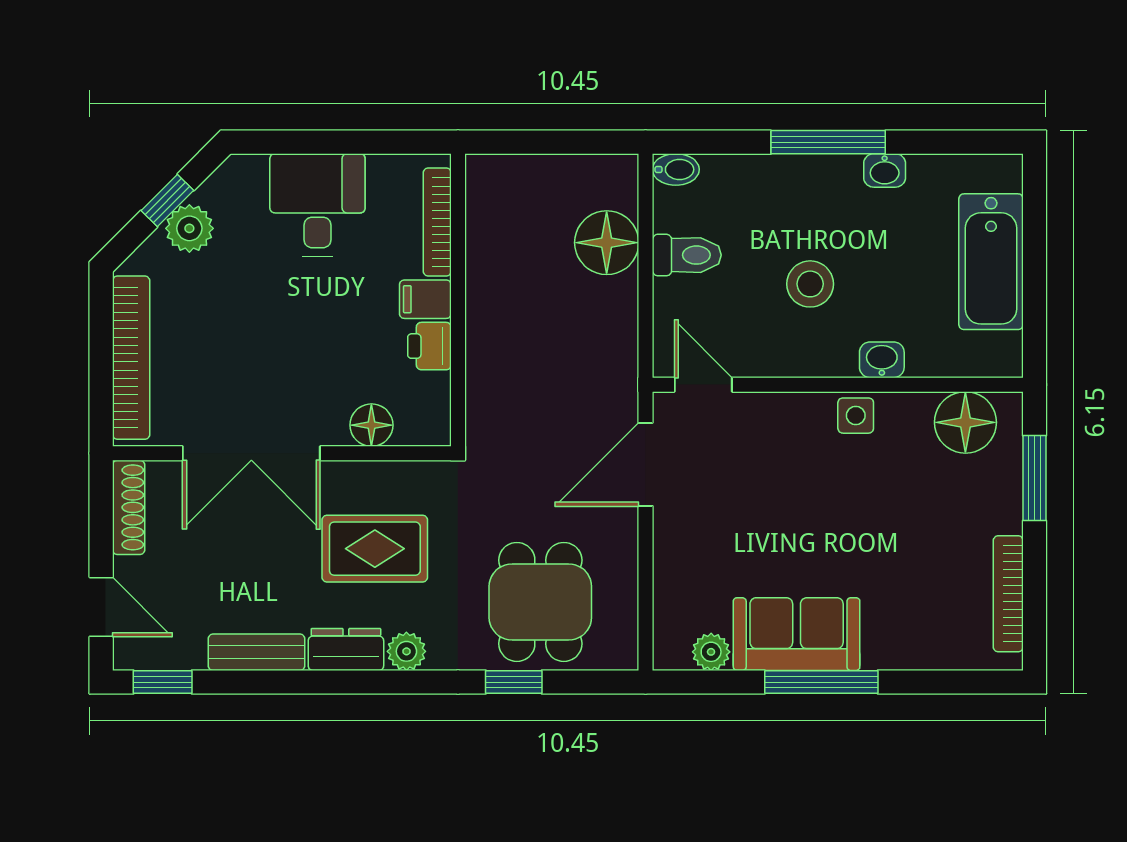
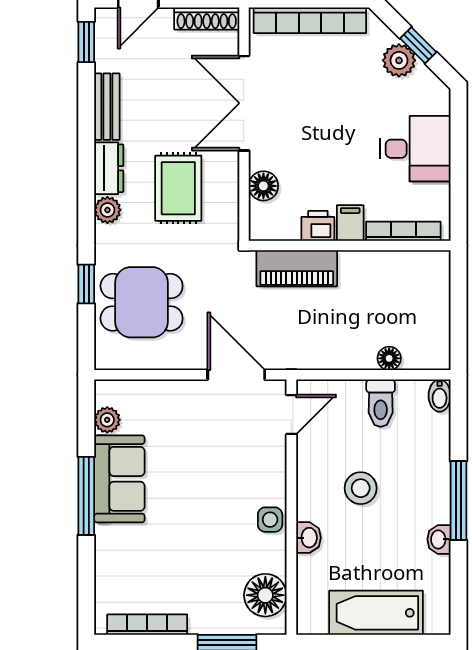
floor lamp: (607, 243) -> (389, 358), width x0.53, depth x0.53
piano: (491, 377) -> (297, 268), added

